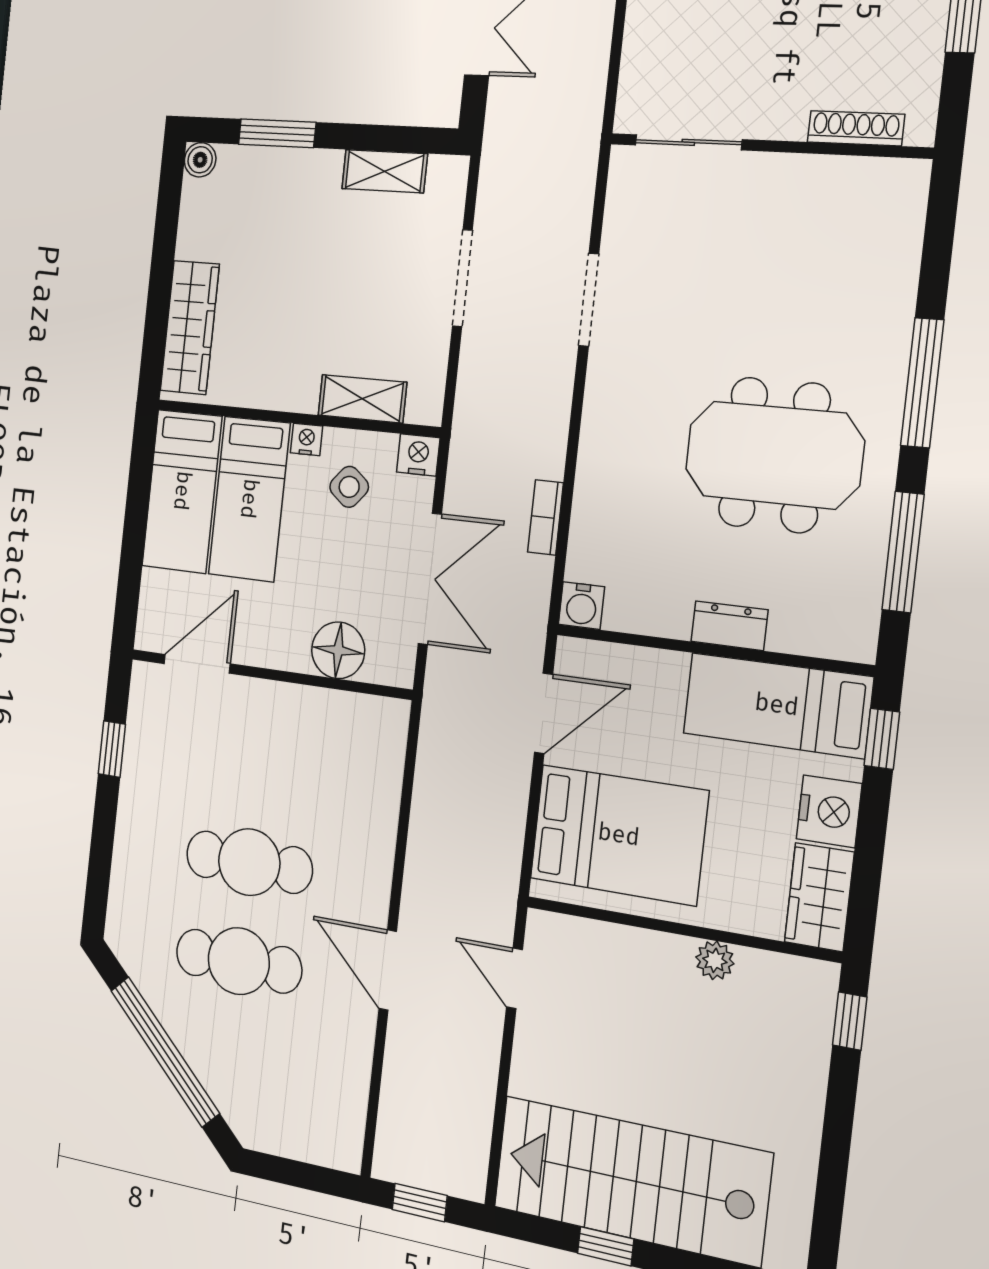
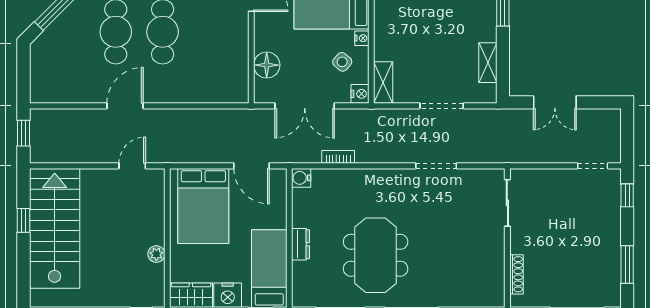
shelving: (362, 399) -> (383, 83), moved

